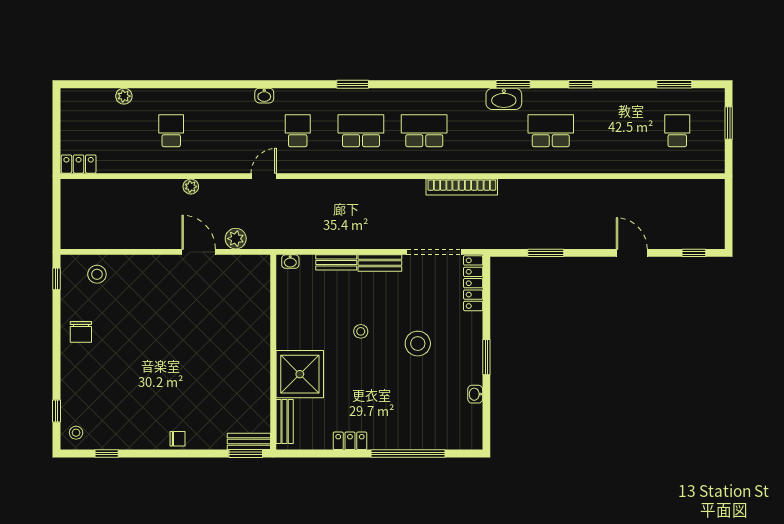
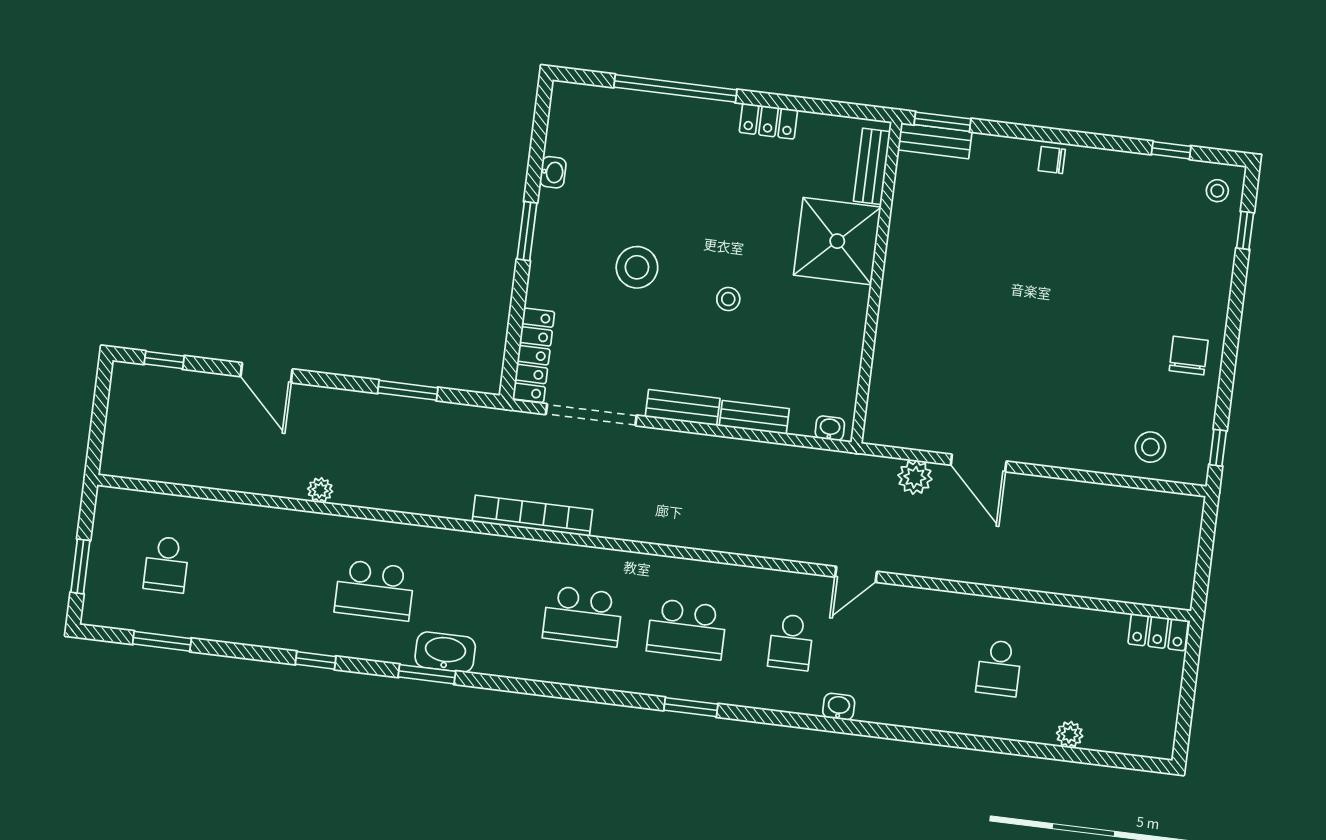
plant: (191, 187) -> (320, 490), moved

